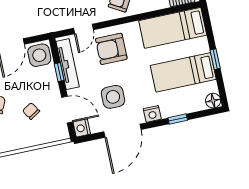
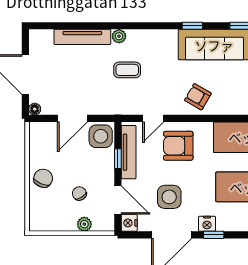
window: (178, 119) -> (214, 235), moved
plant: (41, 138) -> (84, 224), added

